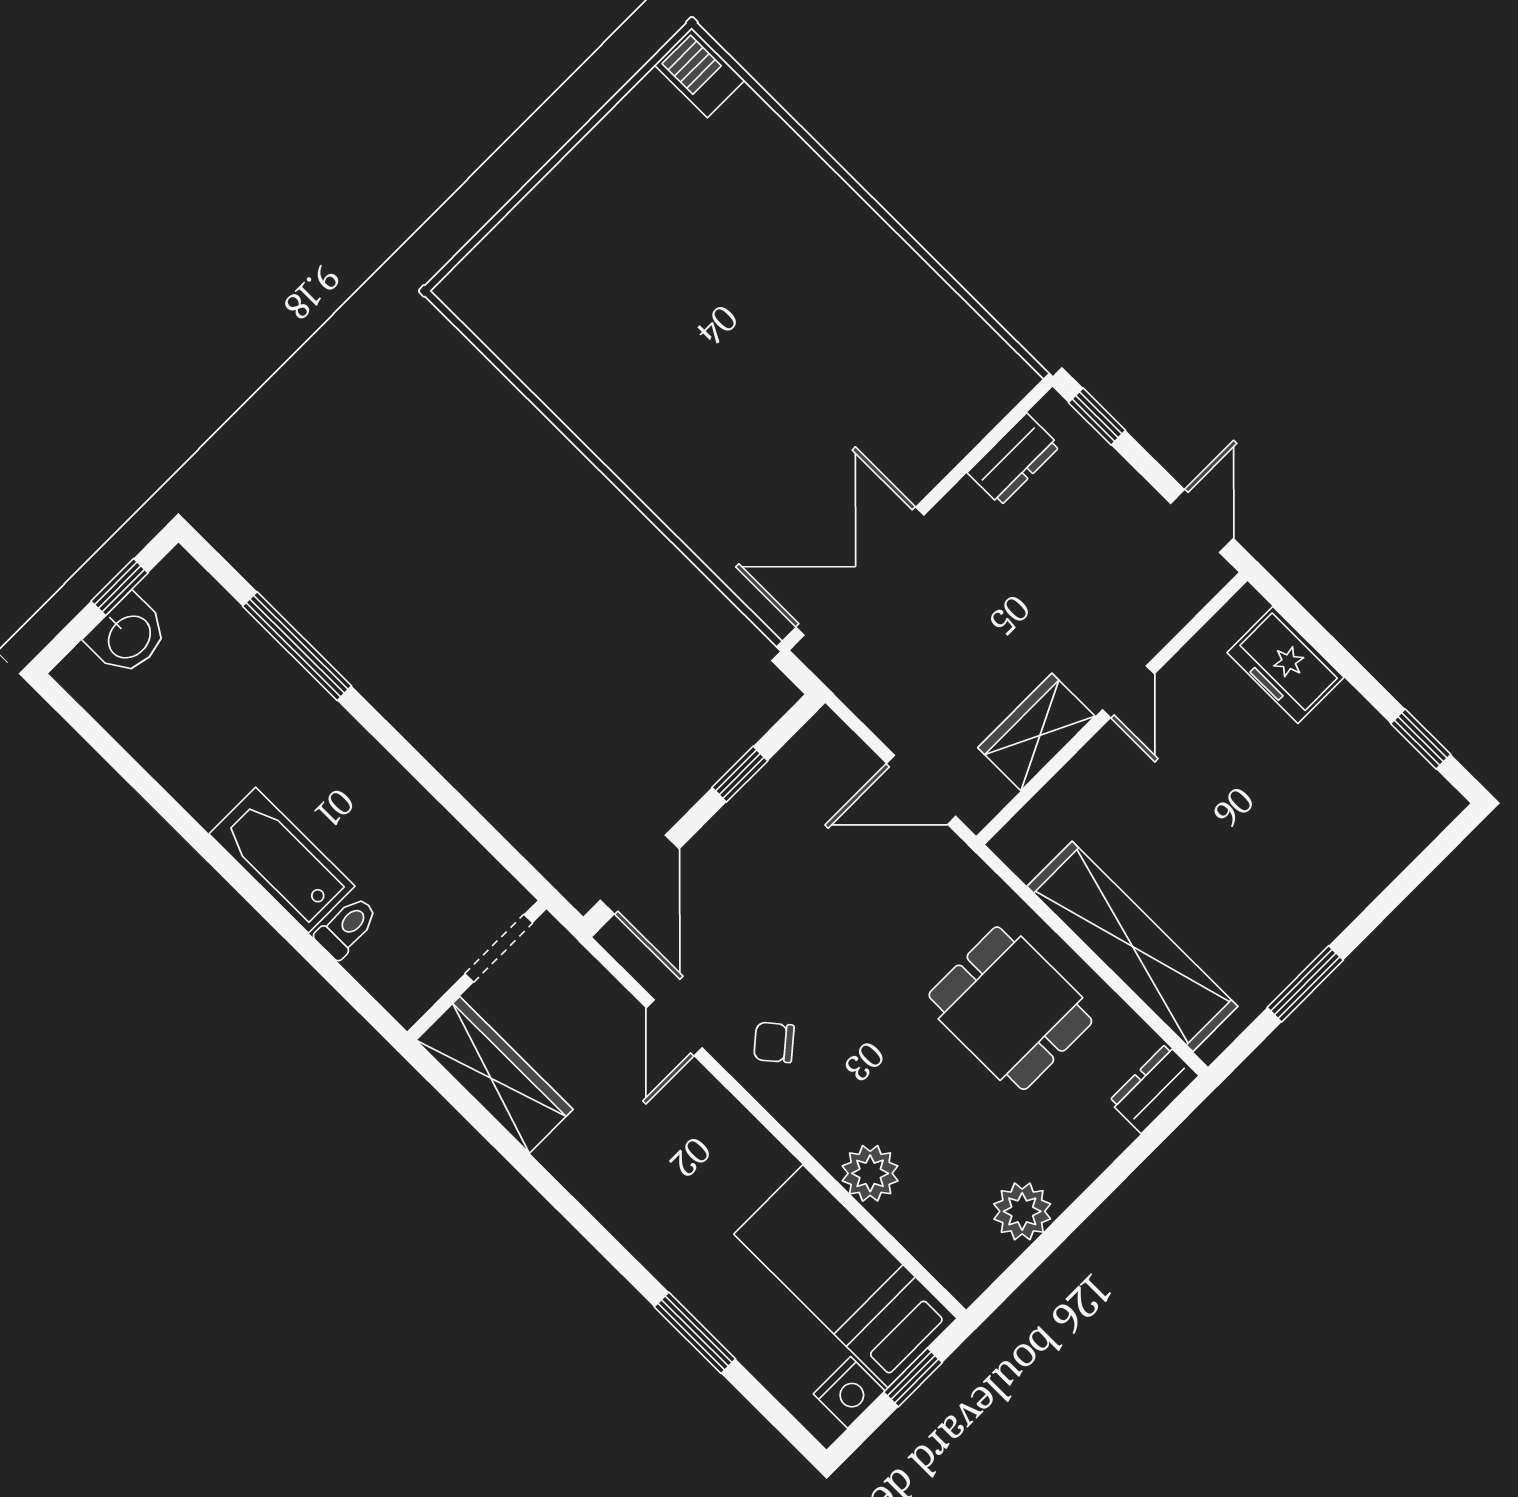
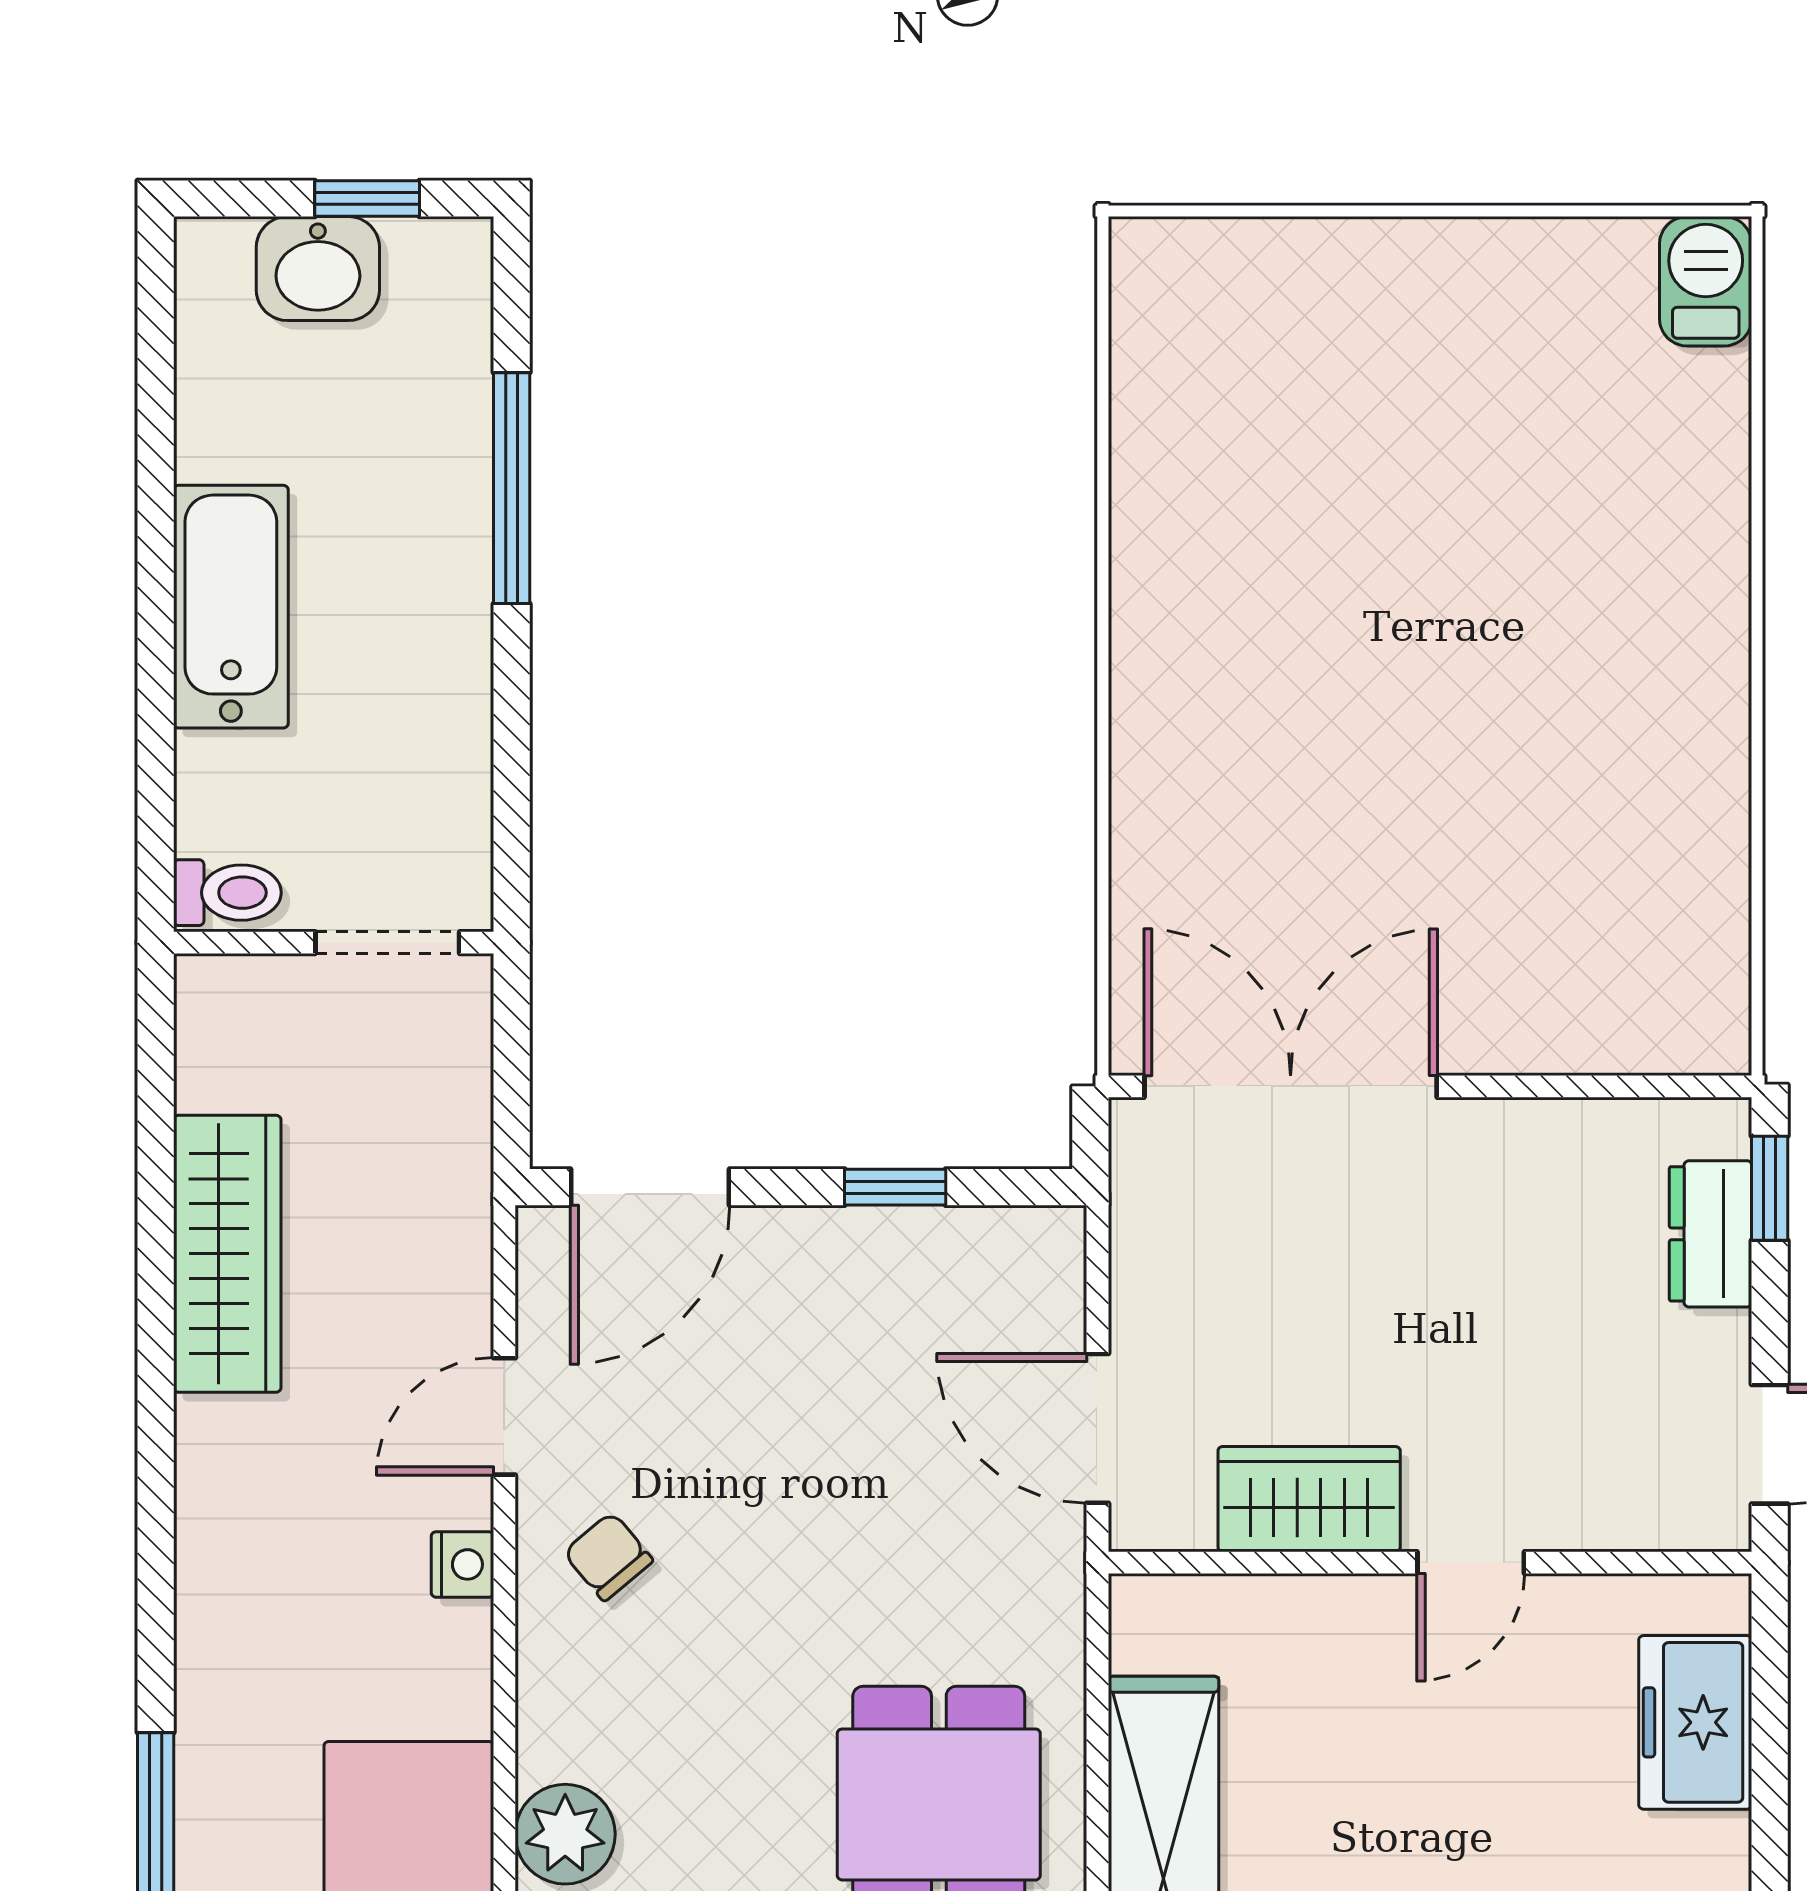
dresser: (1014, 459) -> (1711, 1234), moved, turned 90
bathtub: (282, 860) -> (231, 607), moved
doorway: (499, 948) -> (387, 943), moved
wall: (477, 970) -> (334, 943), moved
nightstand: (718, 1105) -> (462, 1564), added

